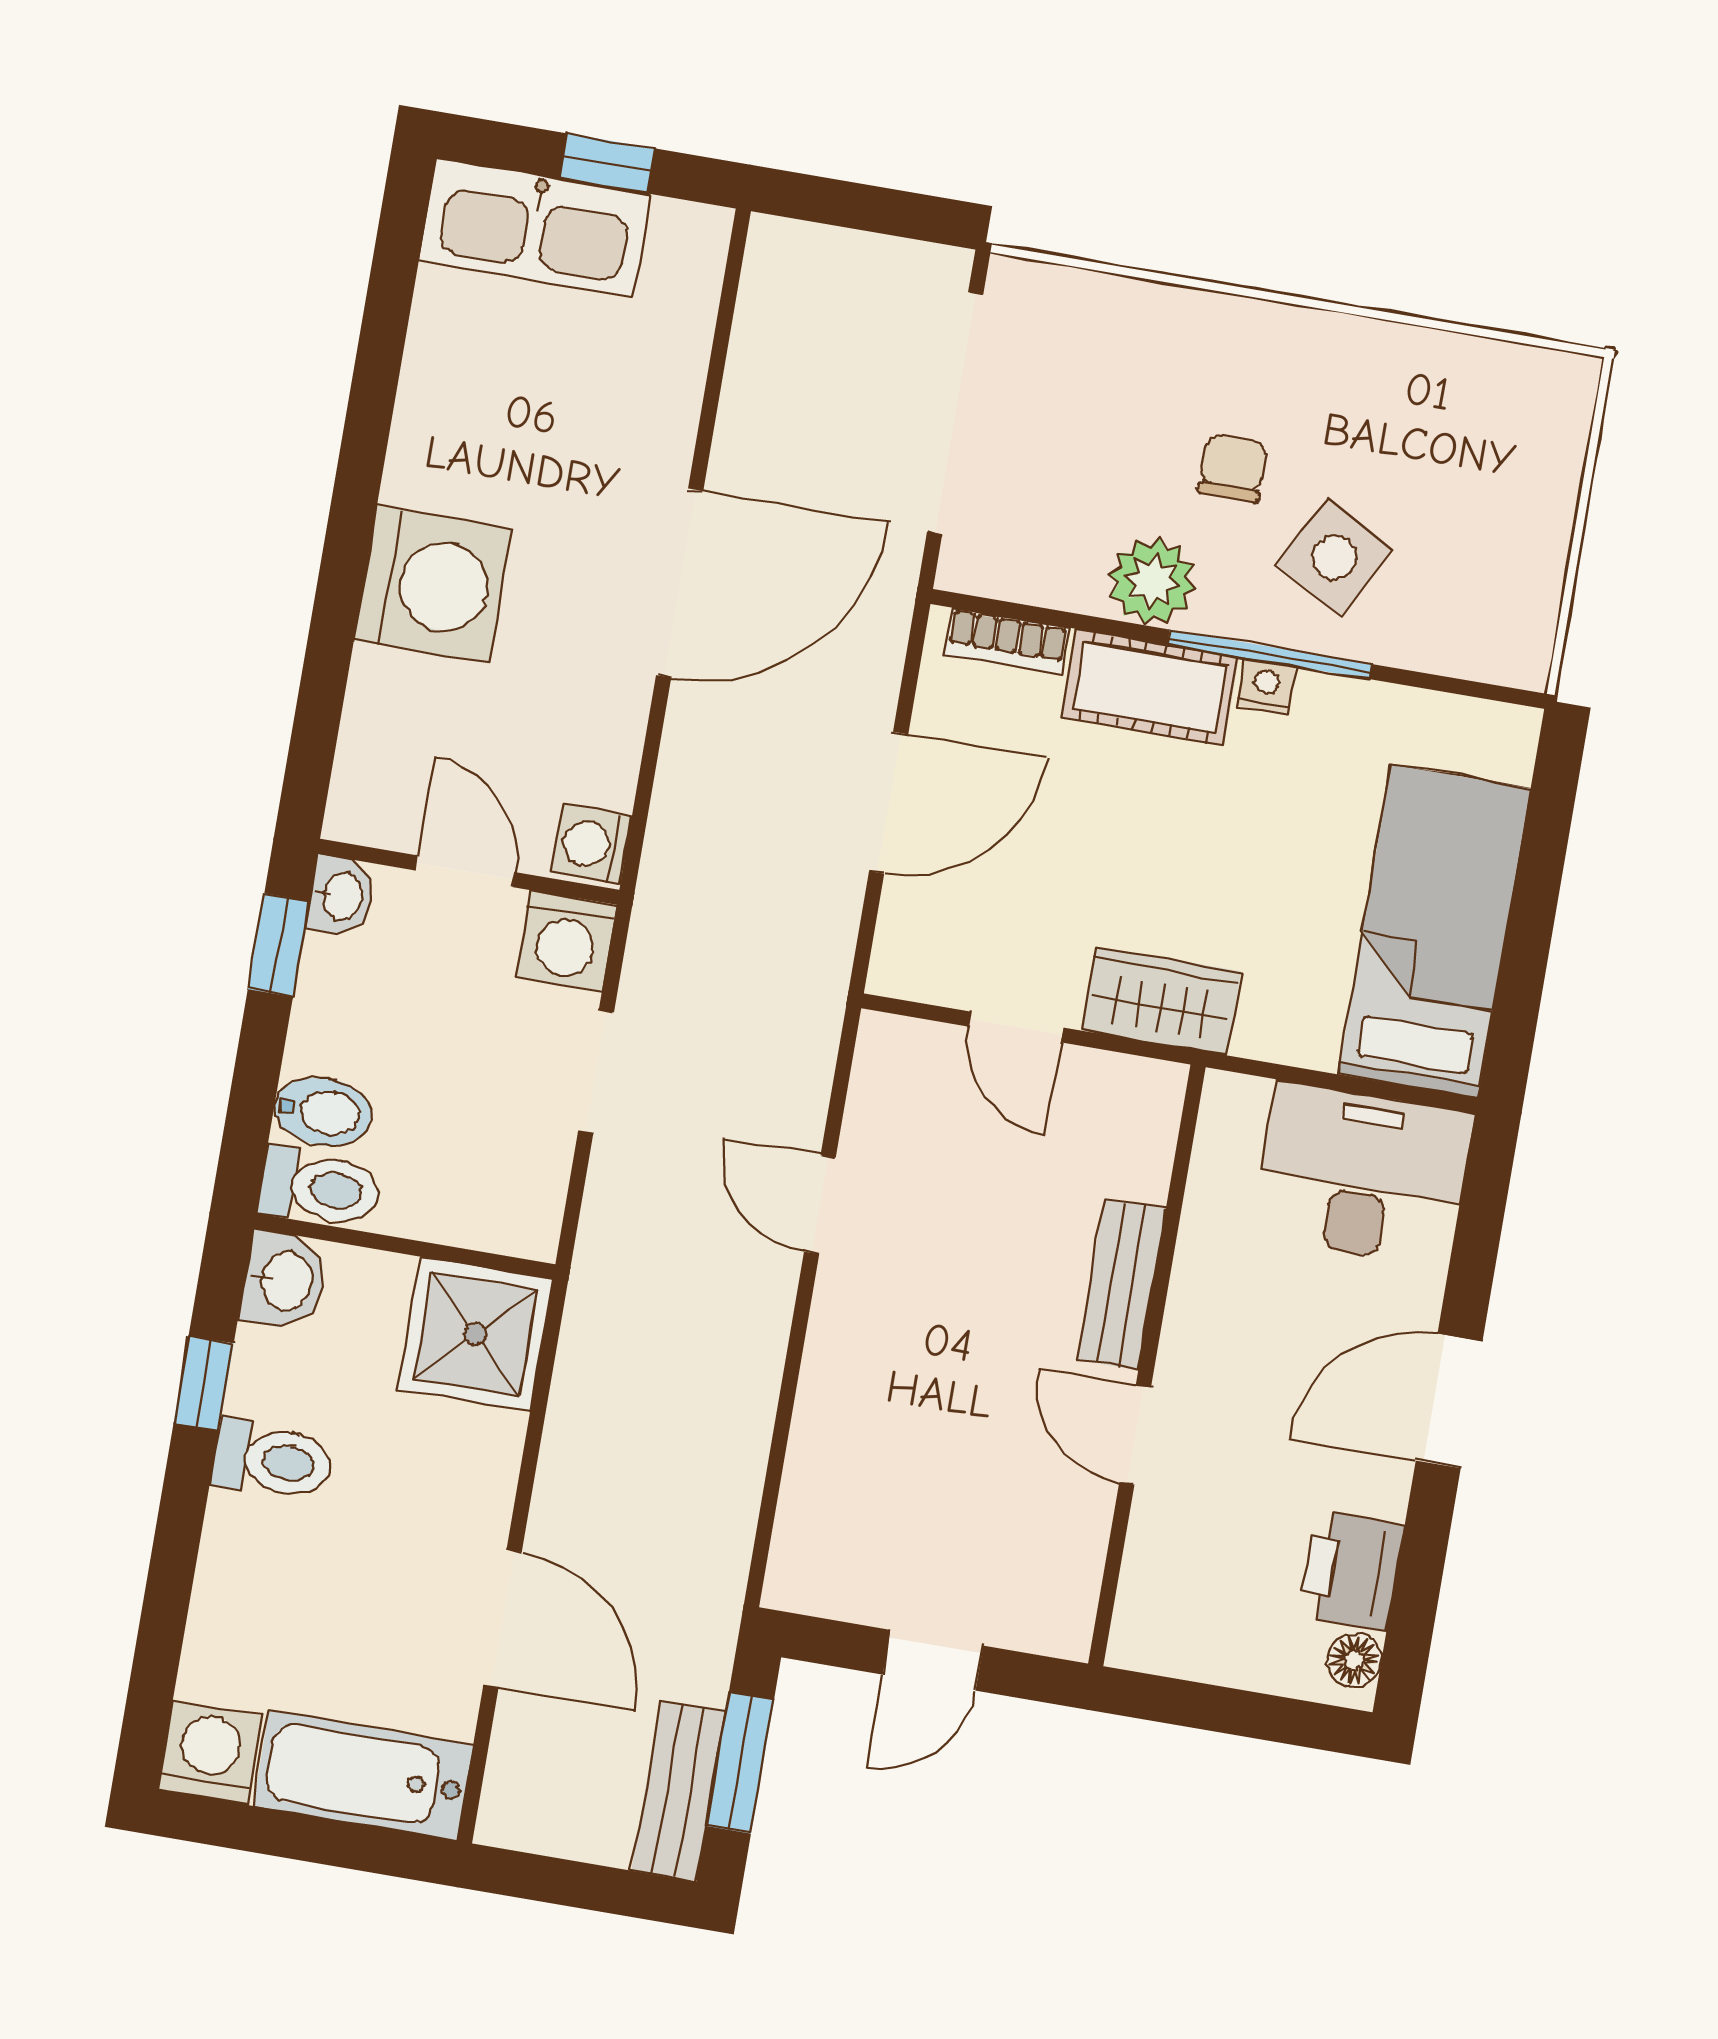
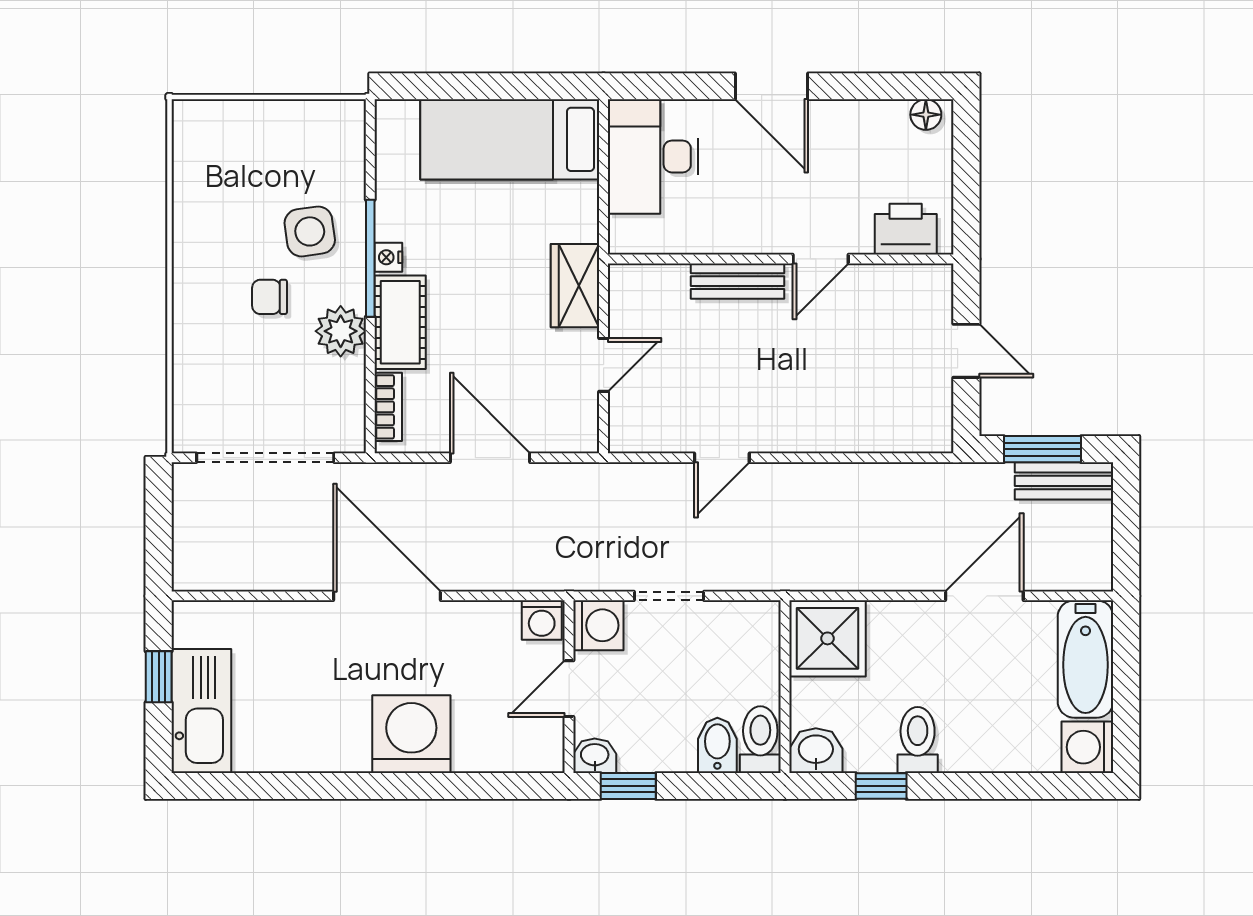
side table: (1334, 557) -> (310, 231), turned -37
printer: (1351, 1571) -> (906, 229), moved, turned 180

